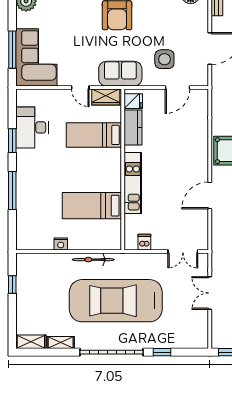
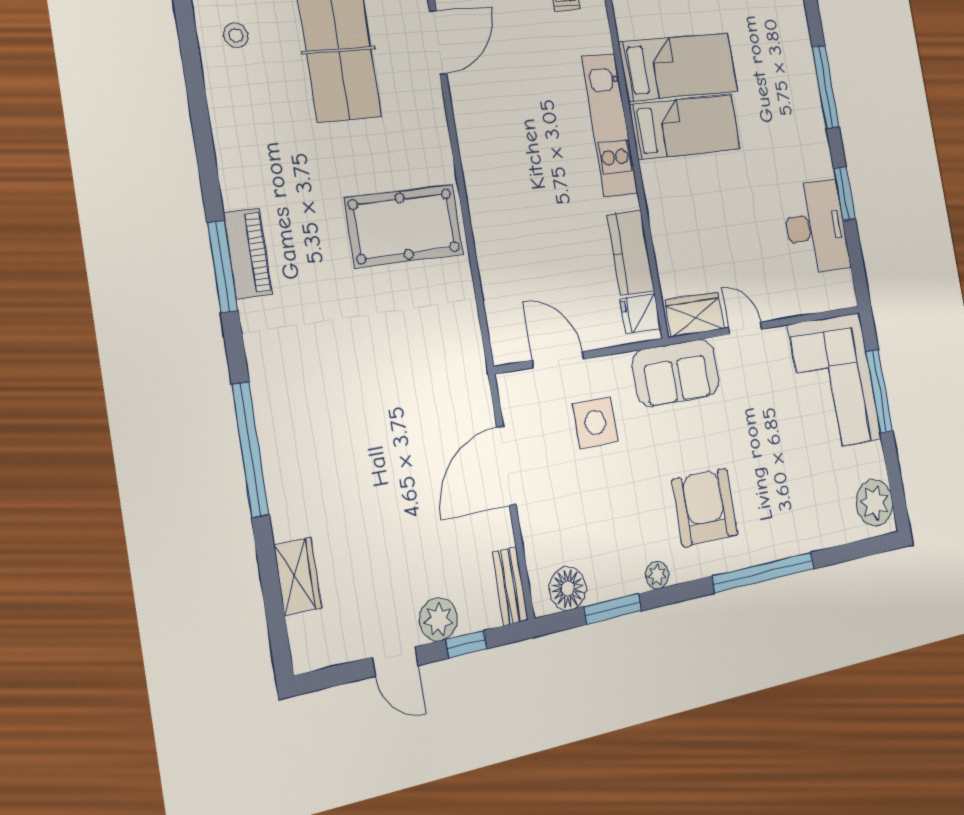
door: (177, 88) -> (558, 360), hinge flipped
bed: (94, 135) -> (685, 127), moved
door: (210, 195) -> (438, 42), moved

